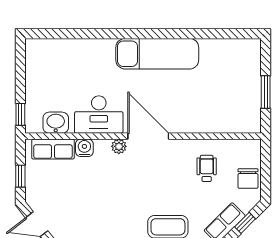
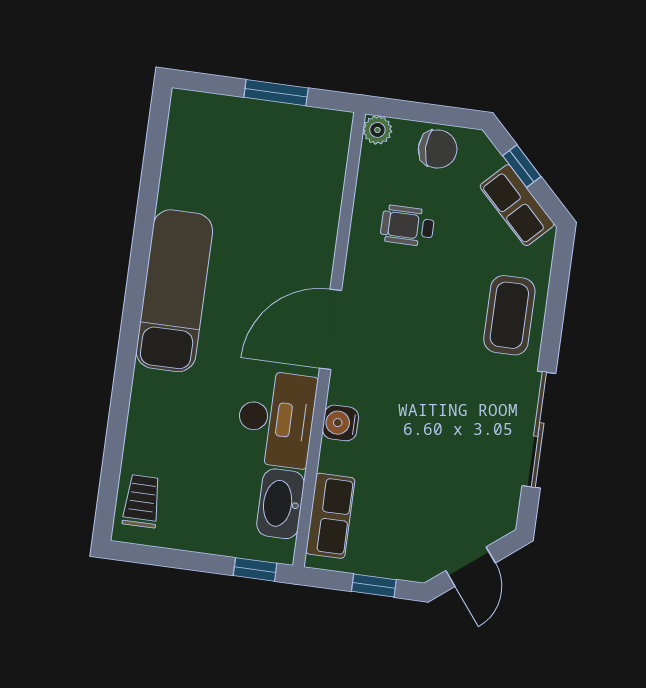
trolley: (47, 52) -> (142, 501), added
washbasin: (56, 123) -> (280, 504), width x1.38
plant: (119, 146) -> (377, 130), moved
water cooler: (84, 148) -> (340, 423), moved

